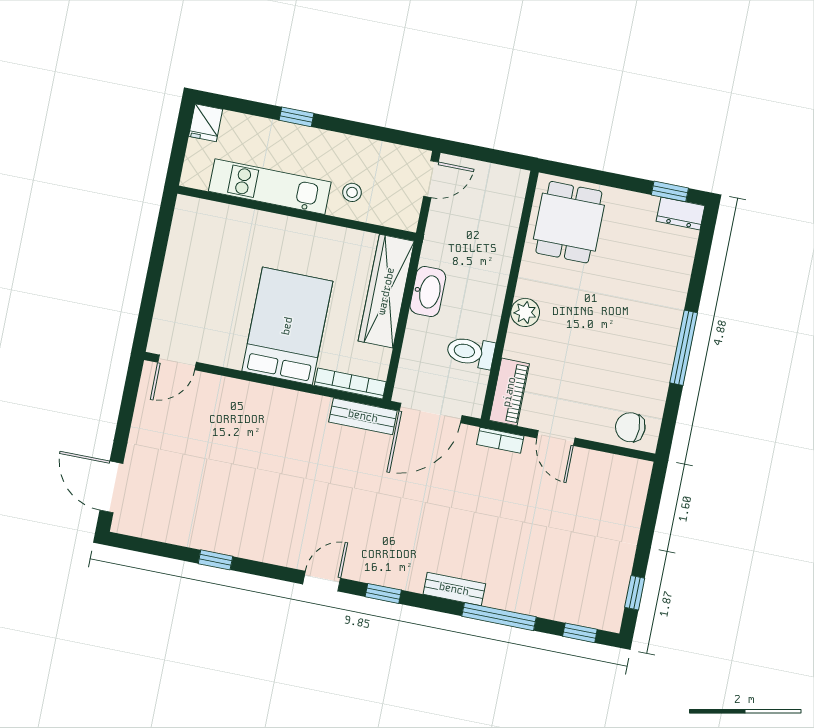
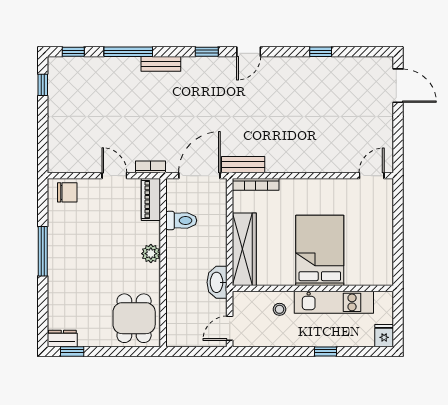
washbasin: (428, 292) -> (217, 282), moved
bed: (287, 326) -> (320, 250), moved, turned 180

